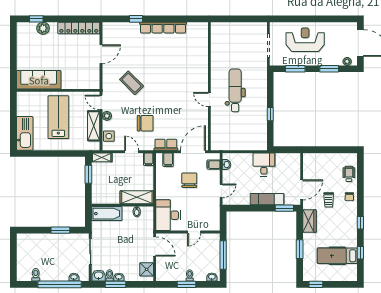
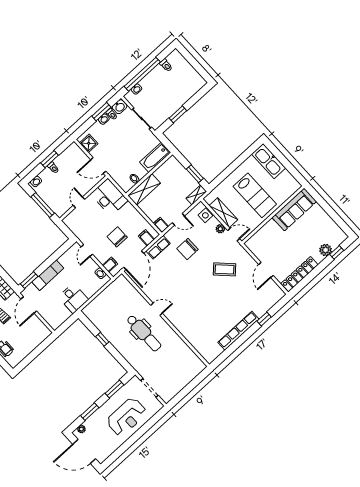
chair: (189, 180) -> (117, 237), turned 180

